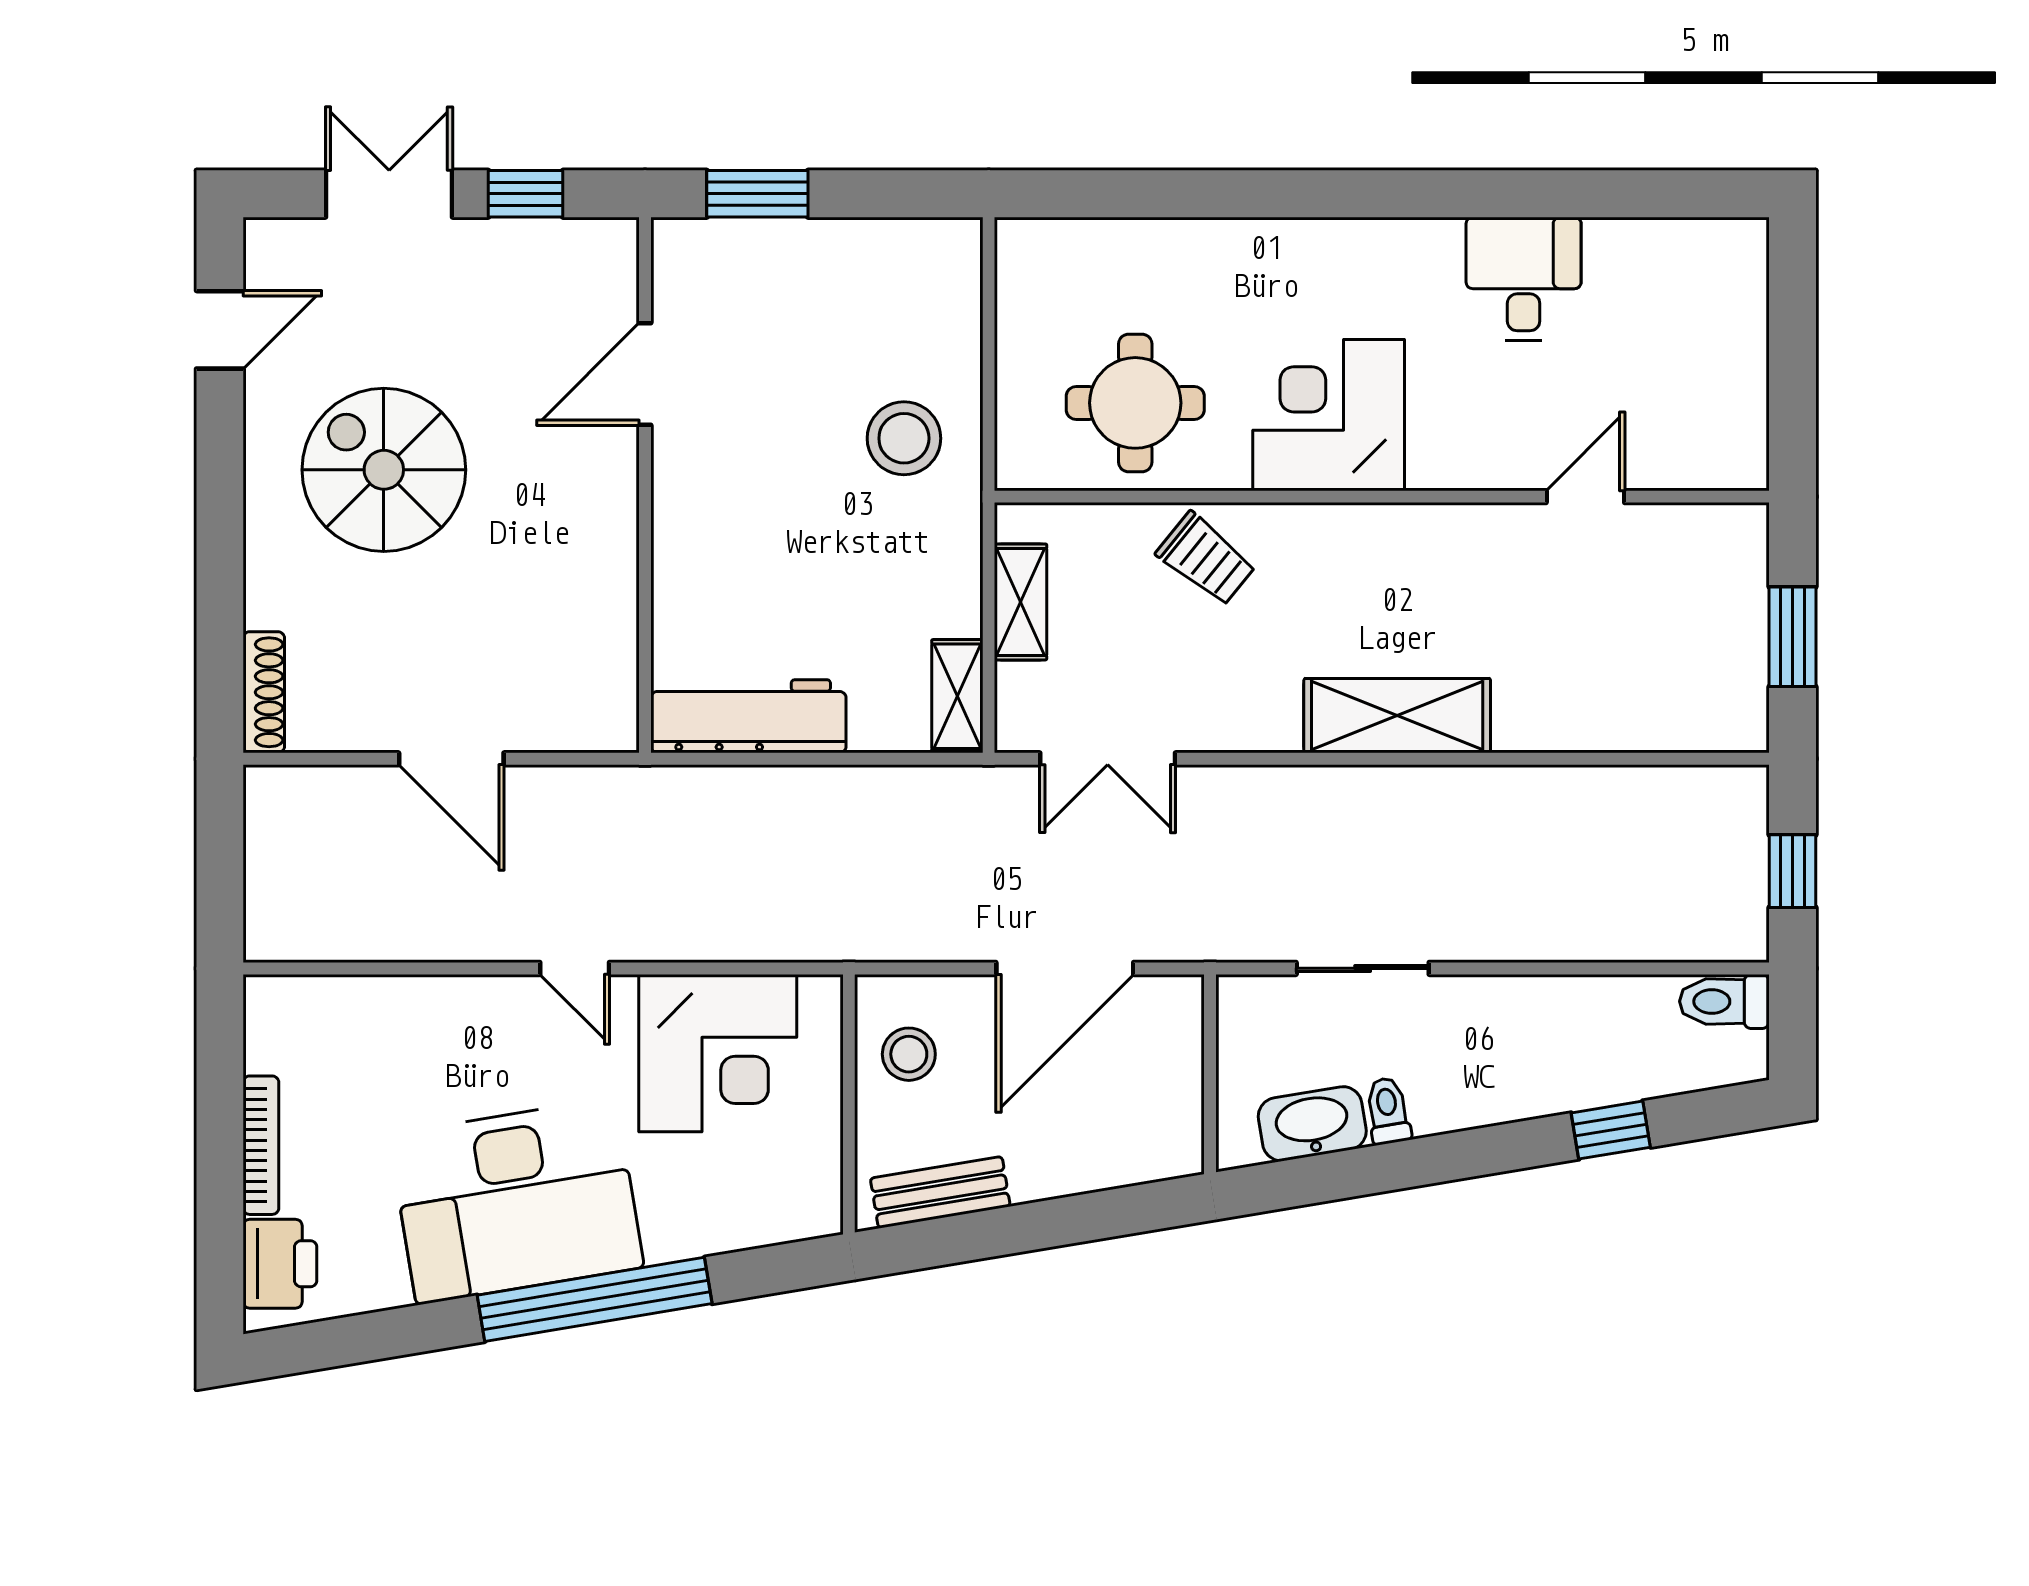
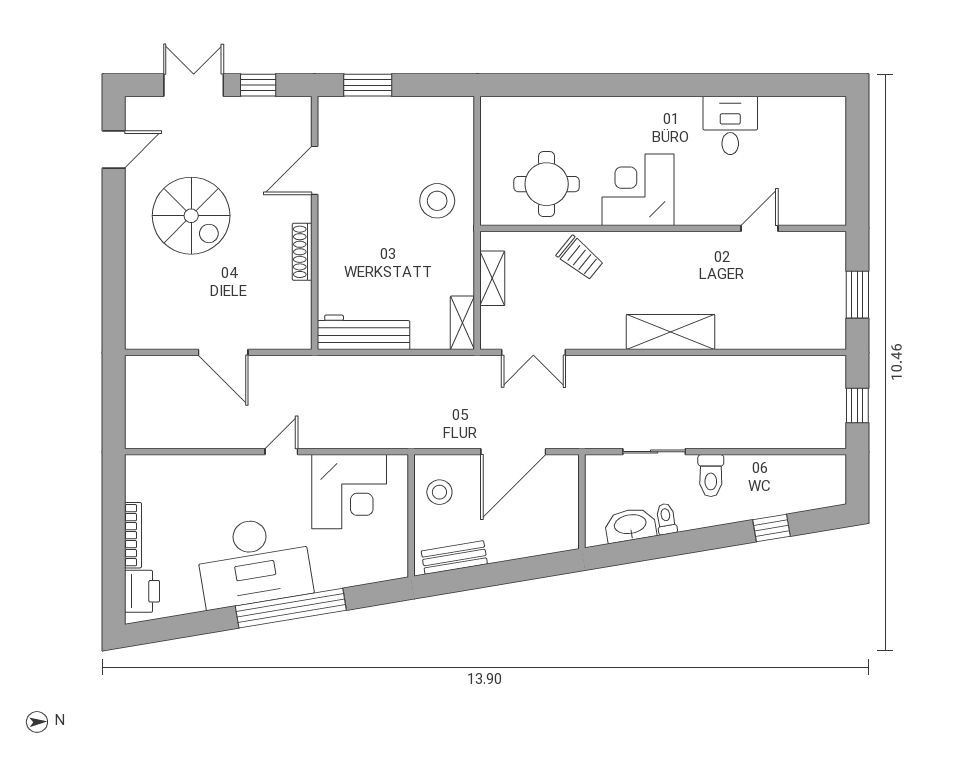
spiral stairs: (384, 470) -> (191, 216), turned 180
shoe rack: (264, 692) -> (302, 252), moved, turned 180
door: (575, 968) -> (281, 452), swing flipped
toilet: (1724, 1001) -> (711, 476), moved, turned -90

